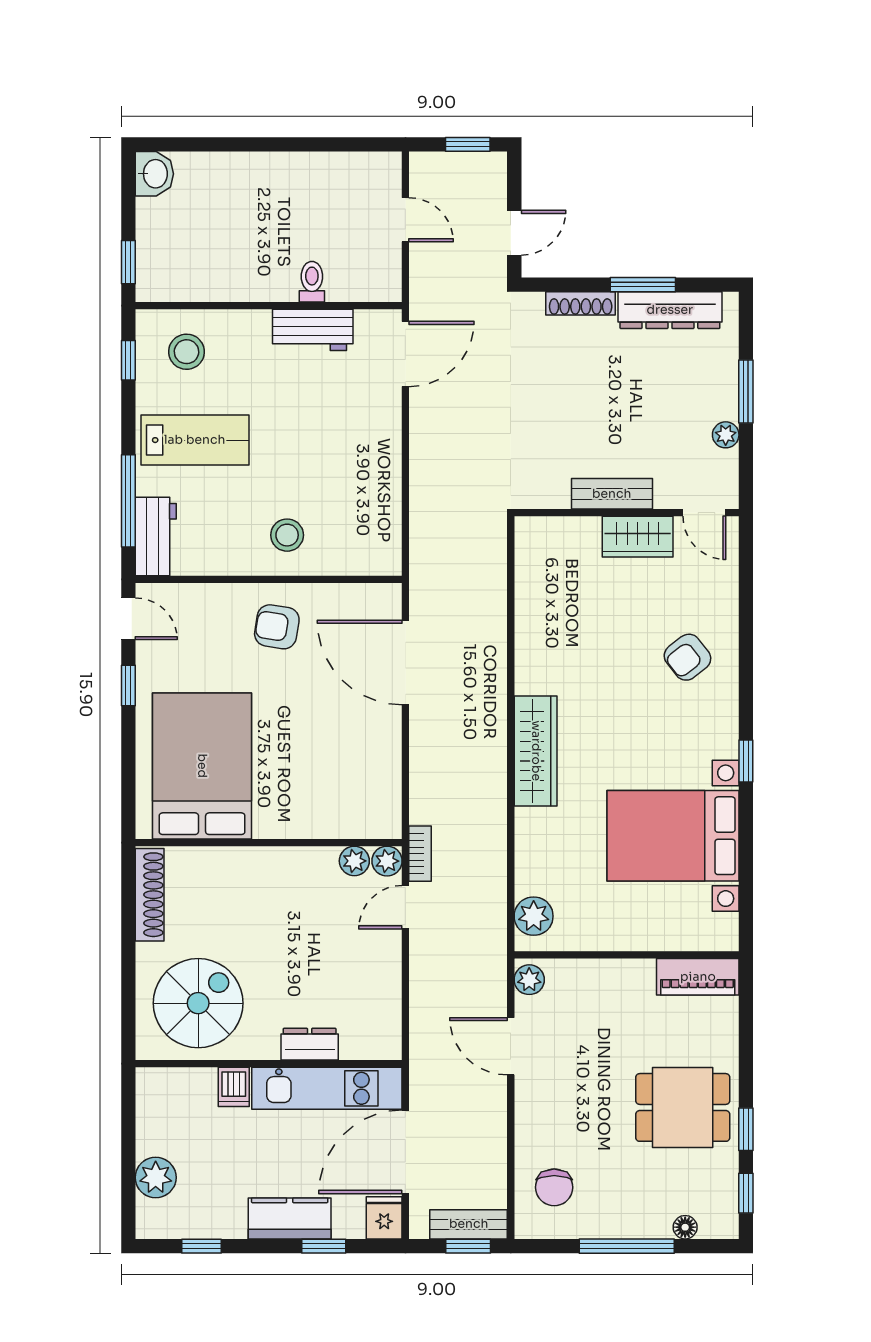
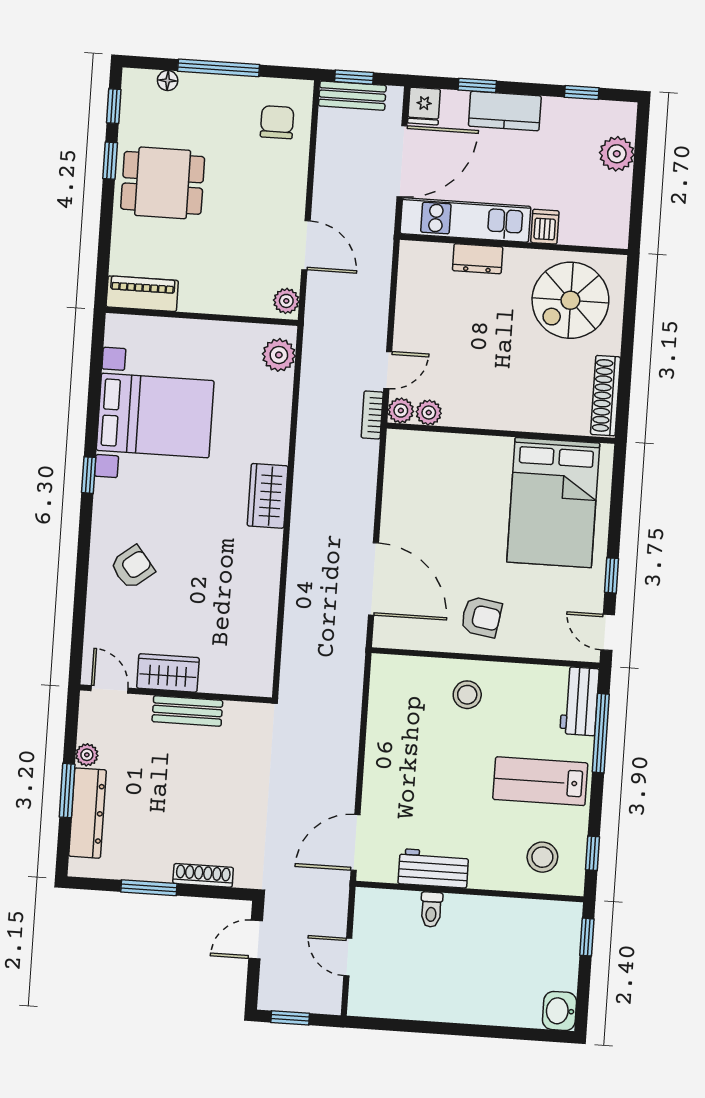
dresser: (670, 310) -> (87, 813), moved, turned 90
wardrobe: (536, 751) -> (268, 496), width x0.67

